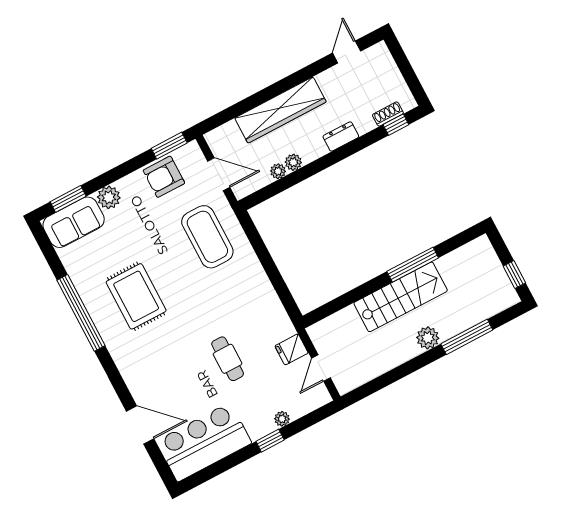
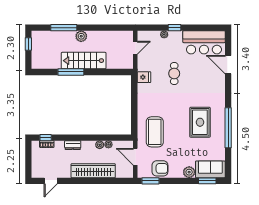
fridge: (292, 349) -> (144, 77), moved

